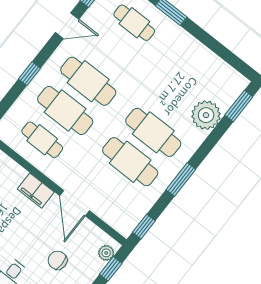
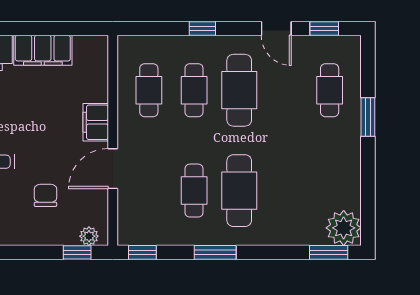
cafe table: (65, 110) -> (194, 90), width x0.73, depth x0.74
plant: (206, 115) -> (344, 228), moved
cafe table: (130, 162) -> (194, 191), width x0.73, depth x0.74

